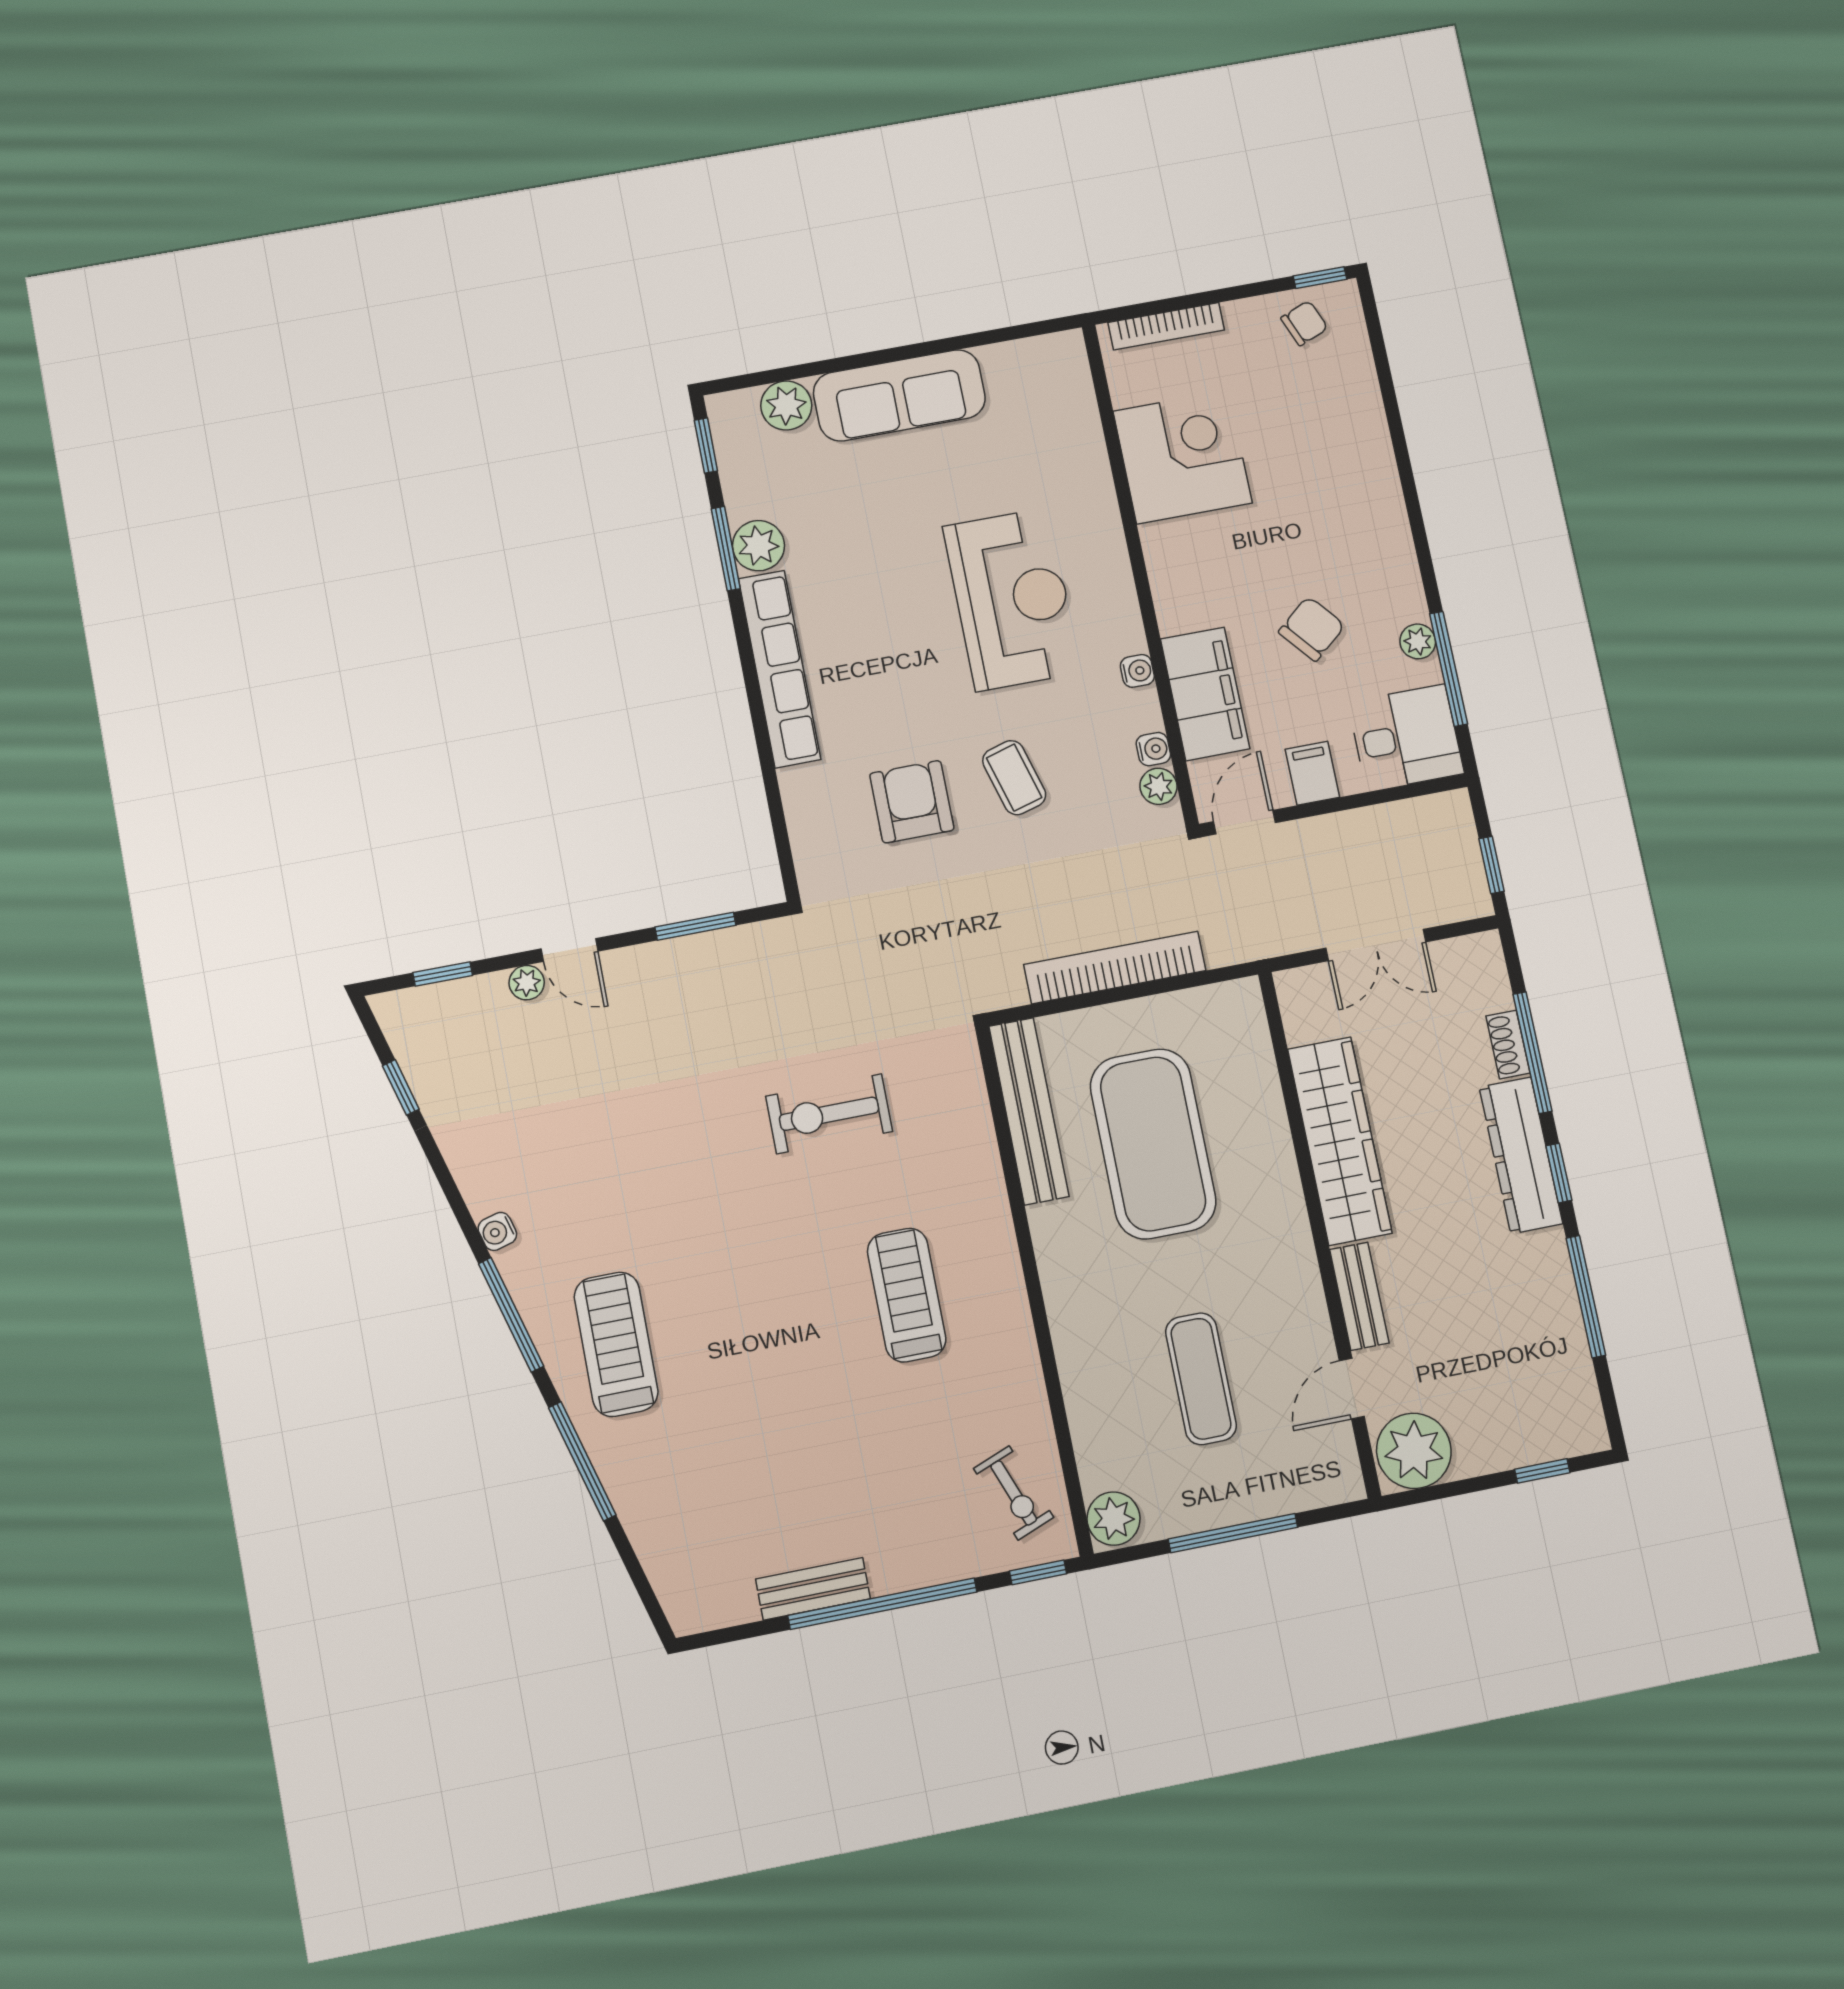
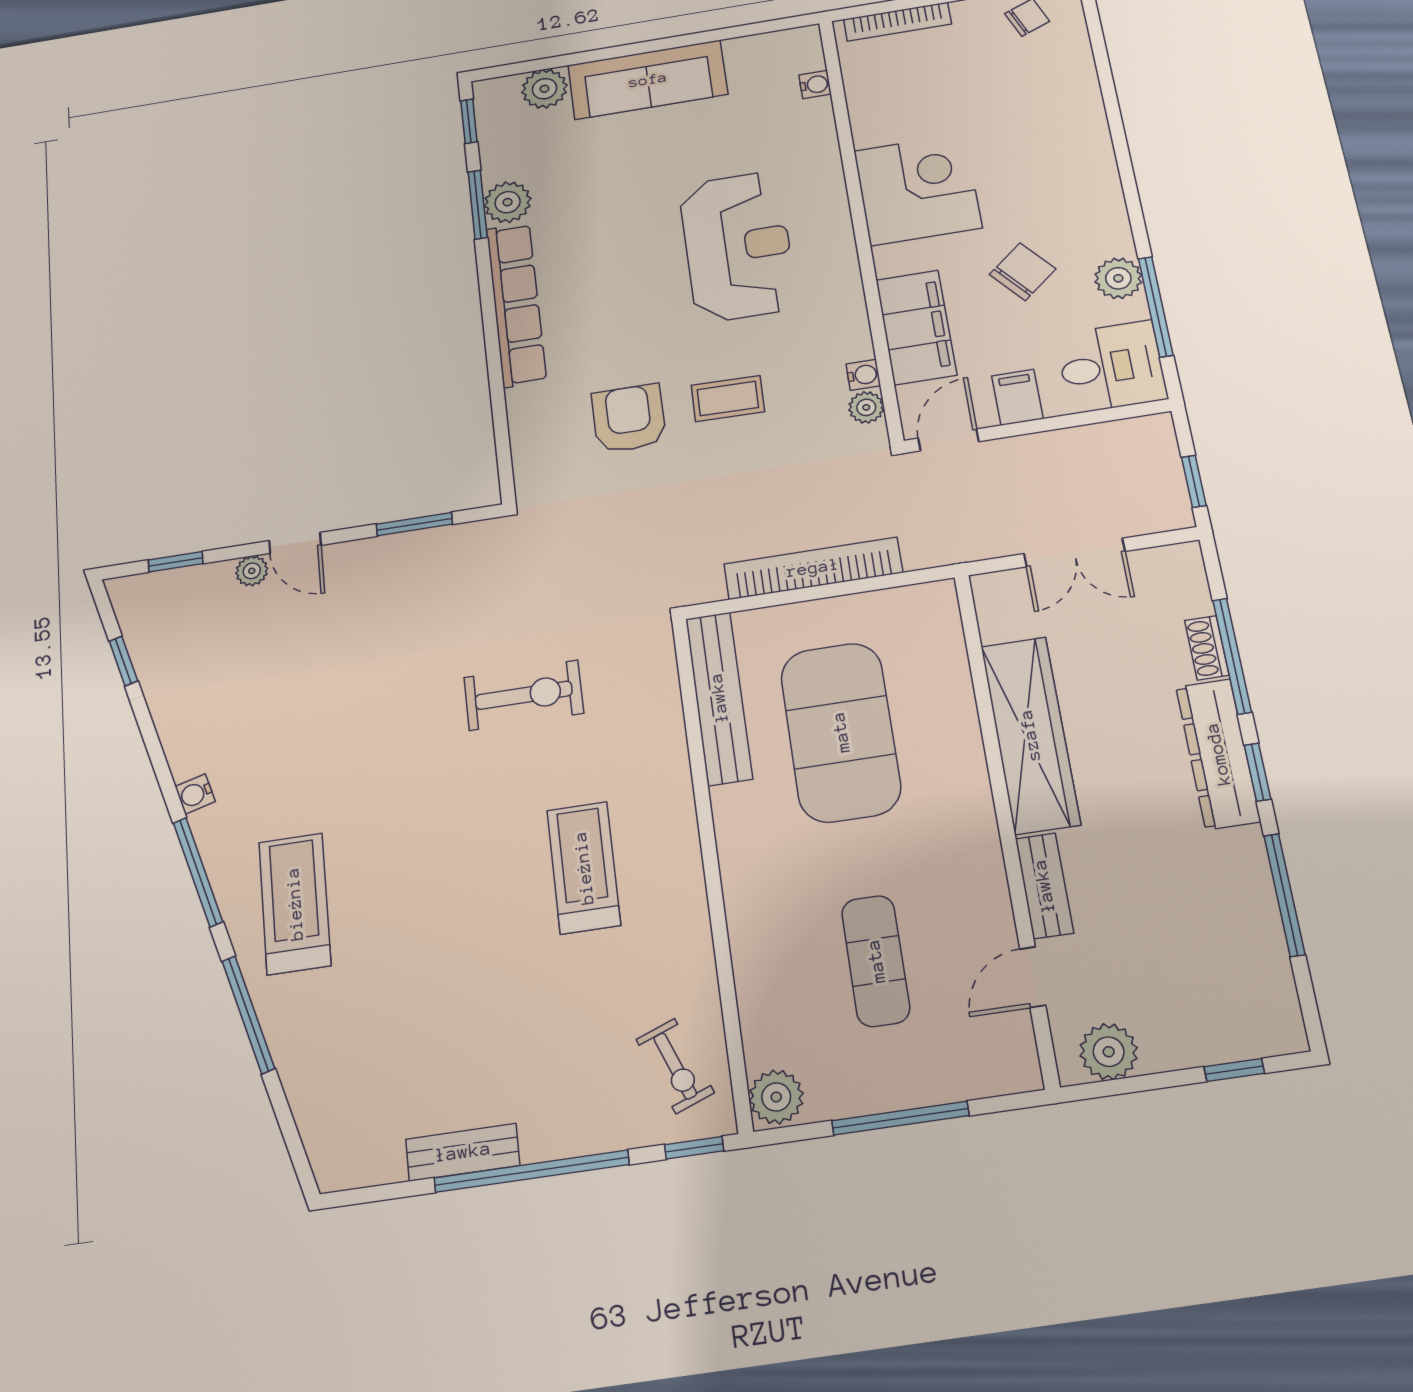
corner desk: (1183, 457) -> (918, 189), moved
plant: (1418, 641) -> (1118, 278), width x1.38, depth x1.38
water cooler: (1137, 671) -> (815, 85), moved
coffee table: (1014, 778) -> (728, 399), turned -73
exercise bike: (829, 1114) -> (524, 695), turned 180
plant: (1414, 1451) -> (1109, 1052), width x0.73, depth x0.73

